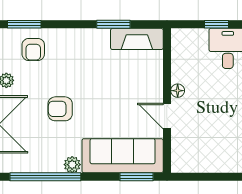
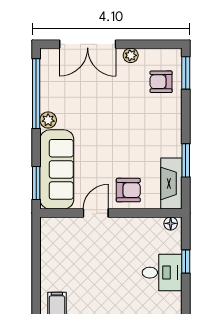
floor lamp: (178, 91) -> (171, 223), moved
armchair: (60, 109) -> (128, 190), moved, turned 90

